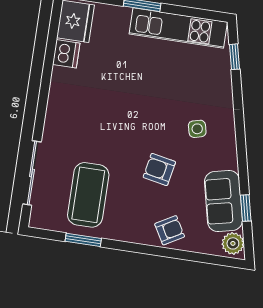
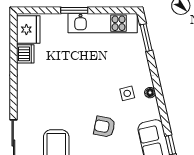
window: (235, 57) -> (146, 38), width x1.50
floor lamp: (229, 132) -> (150, 93), added

